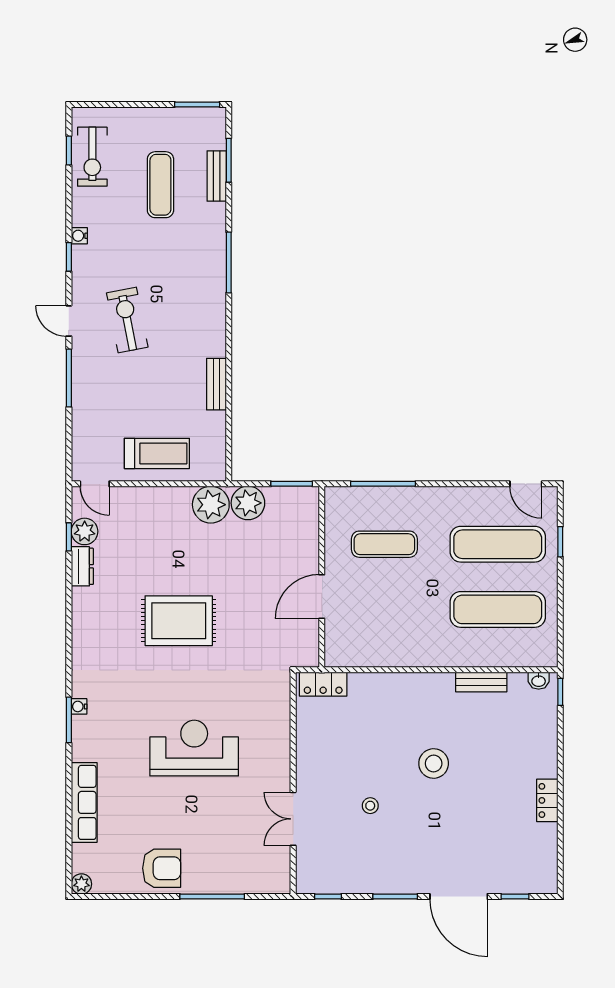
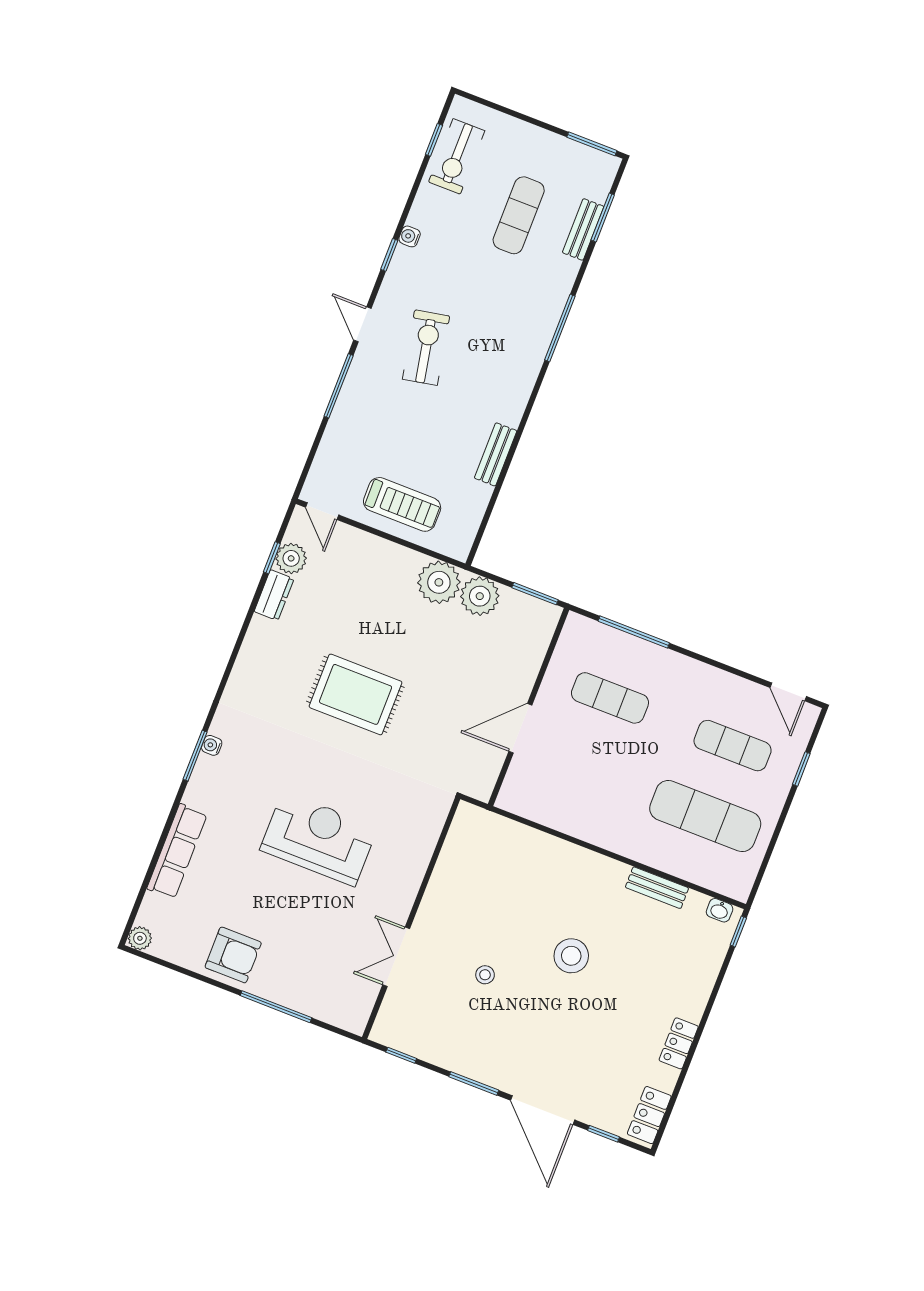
exercise mat: (498, 544) -> (733, 746), width x0.73, depth x0.69
locker: (323, 684) -> (649, 1115), moved, turned 90

